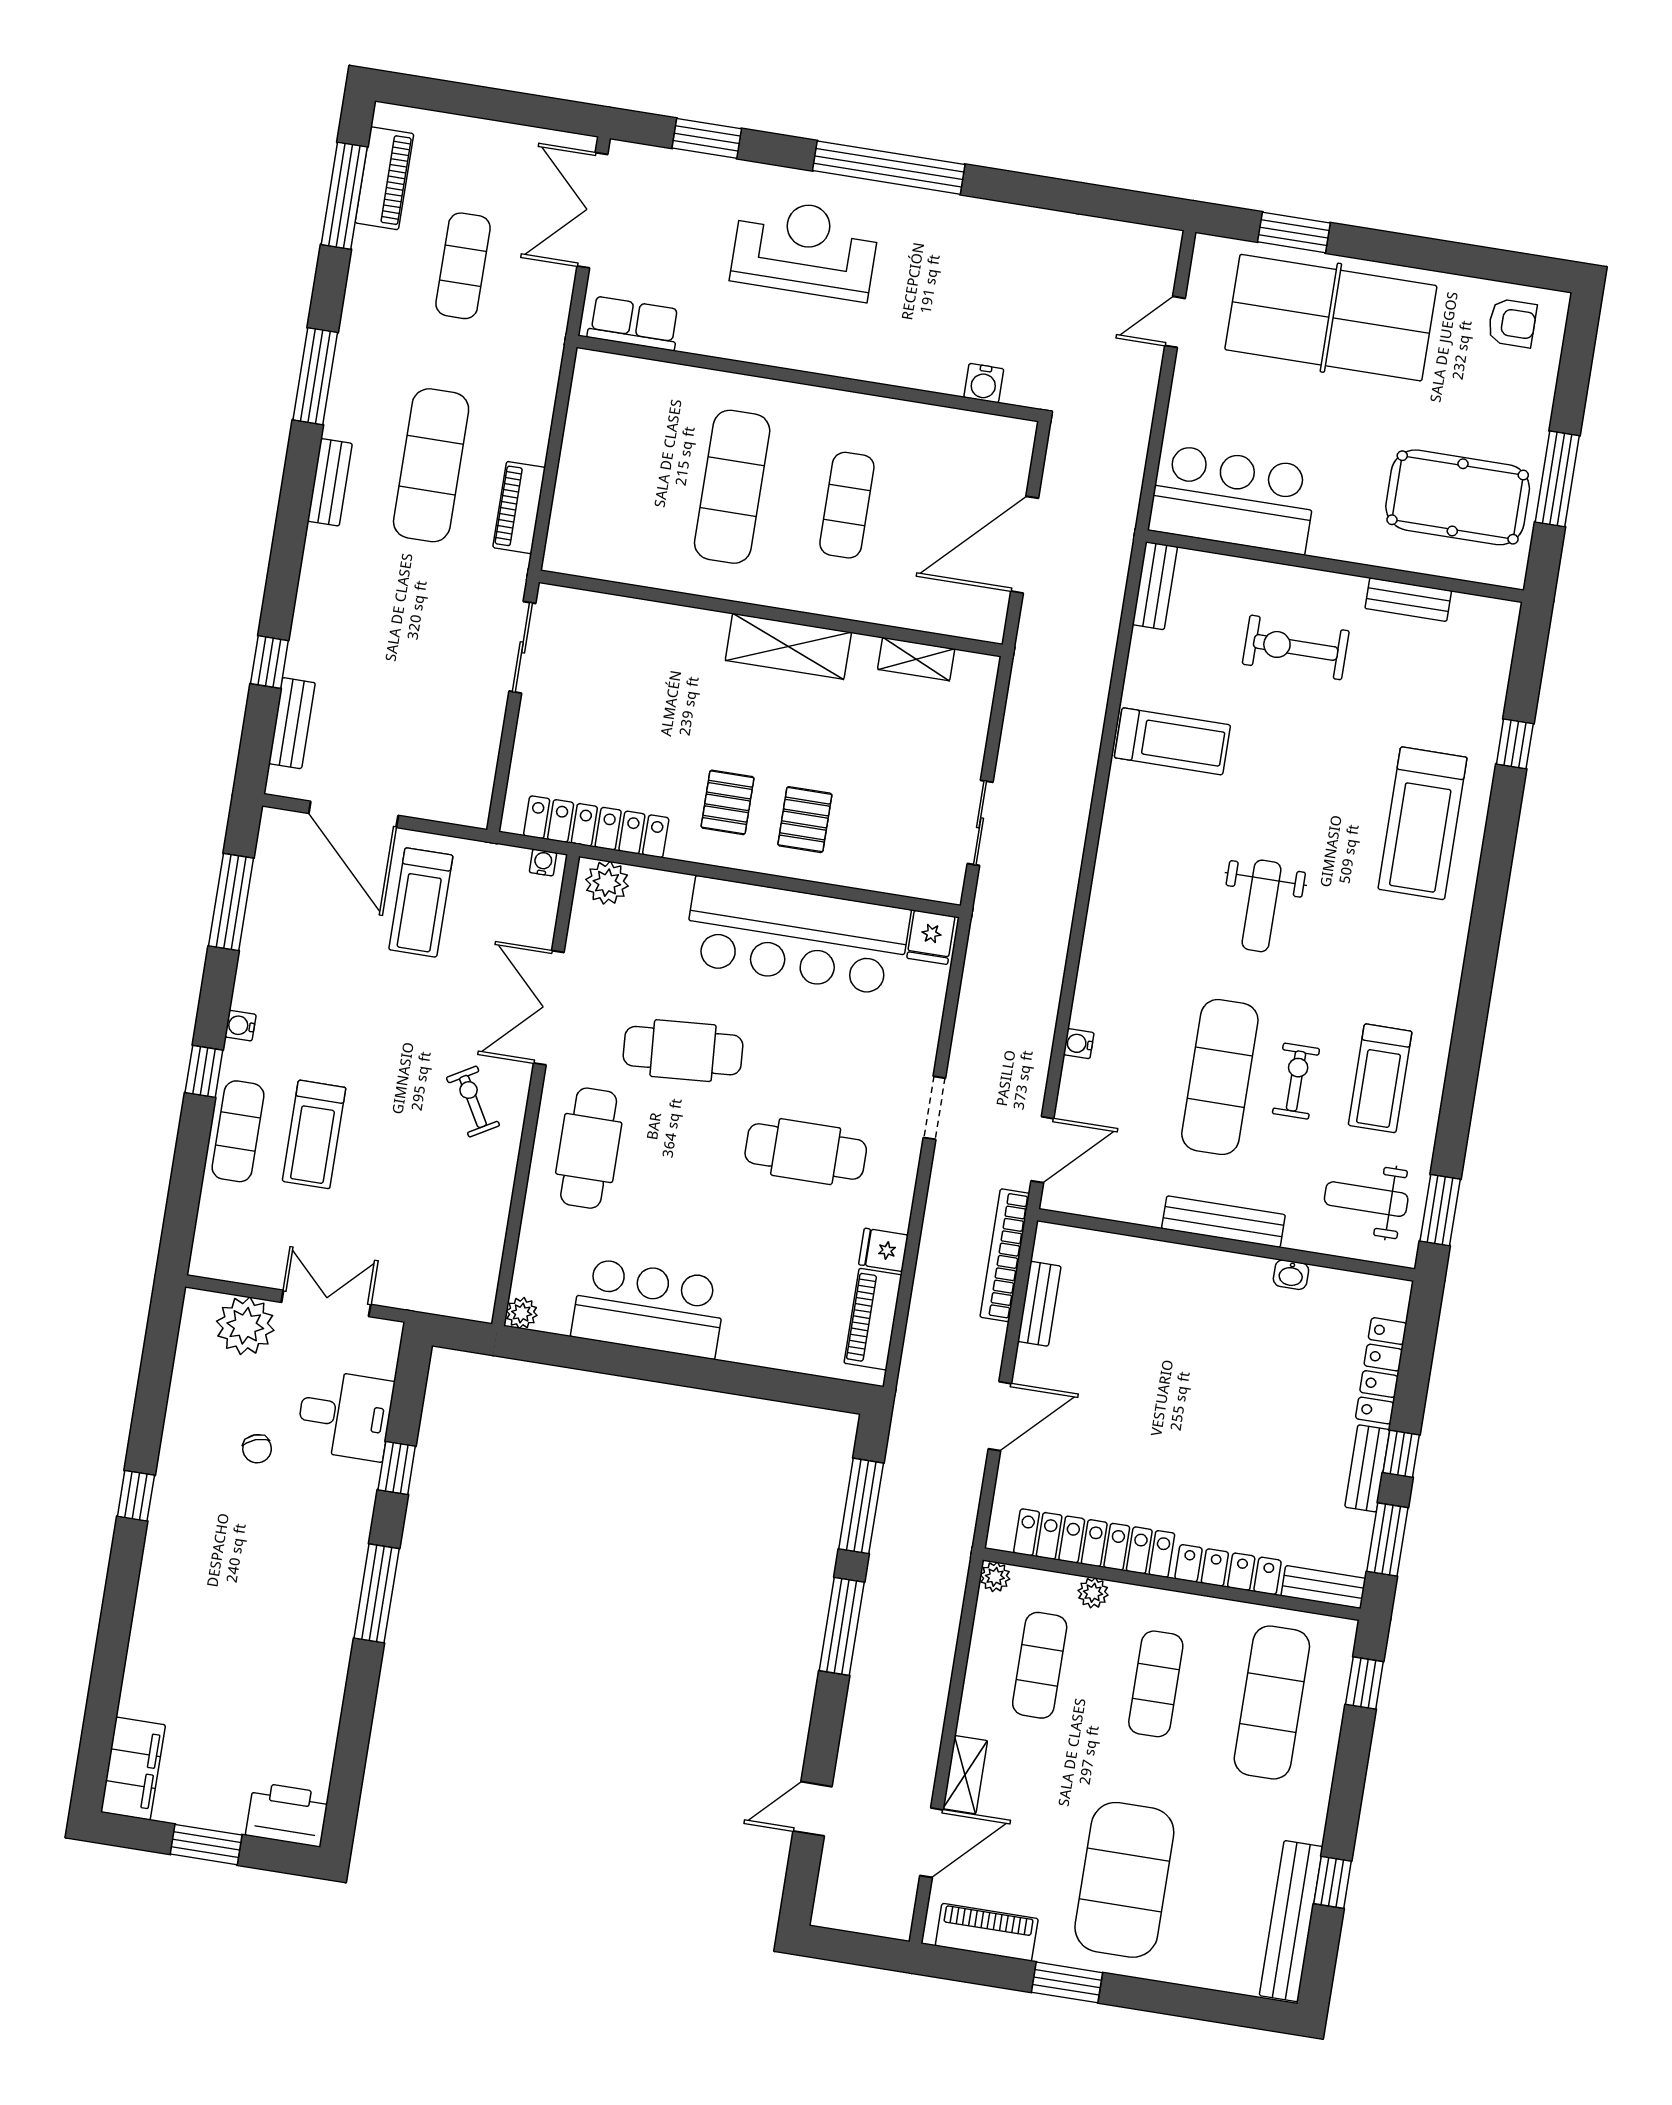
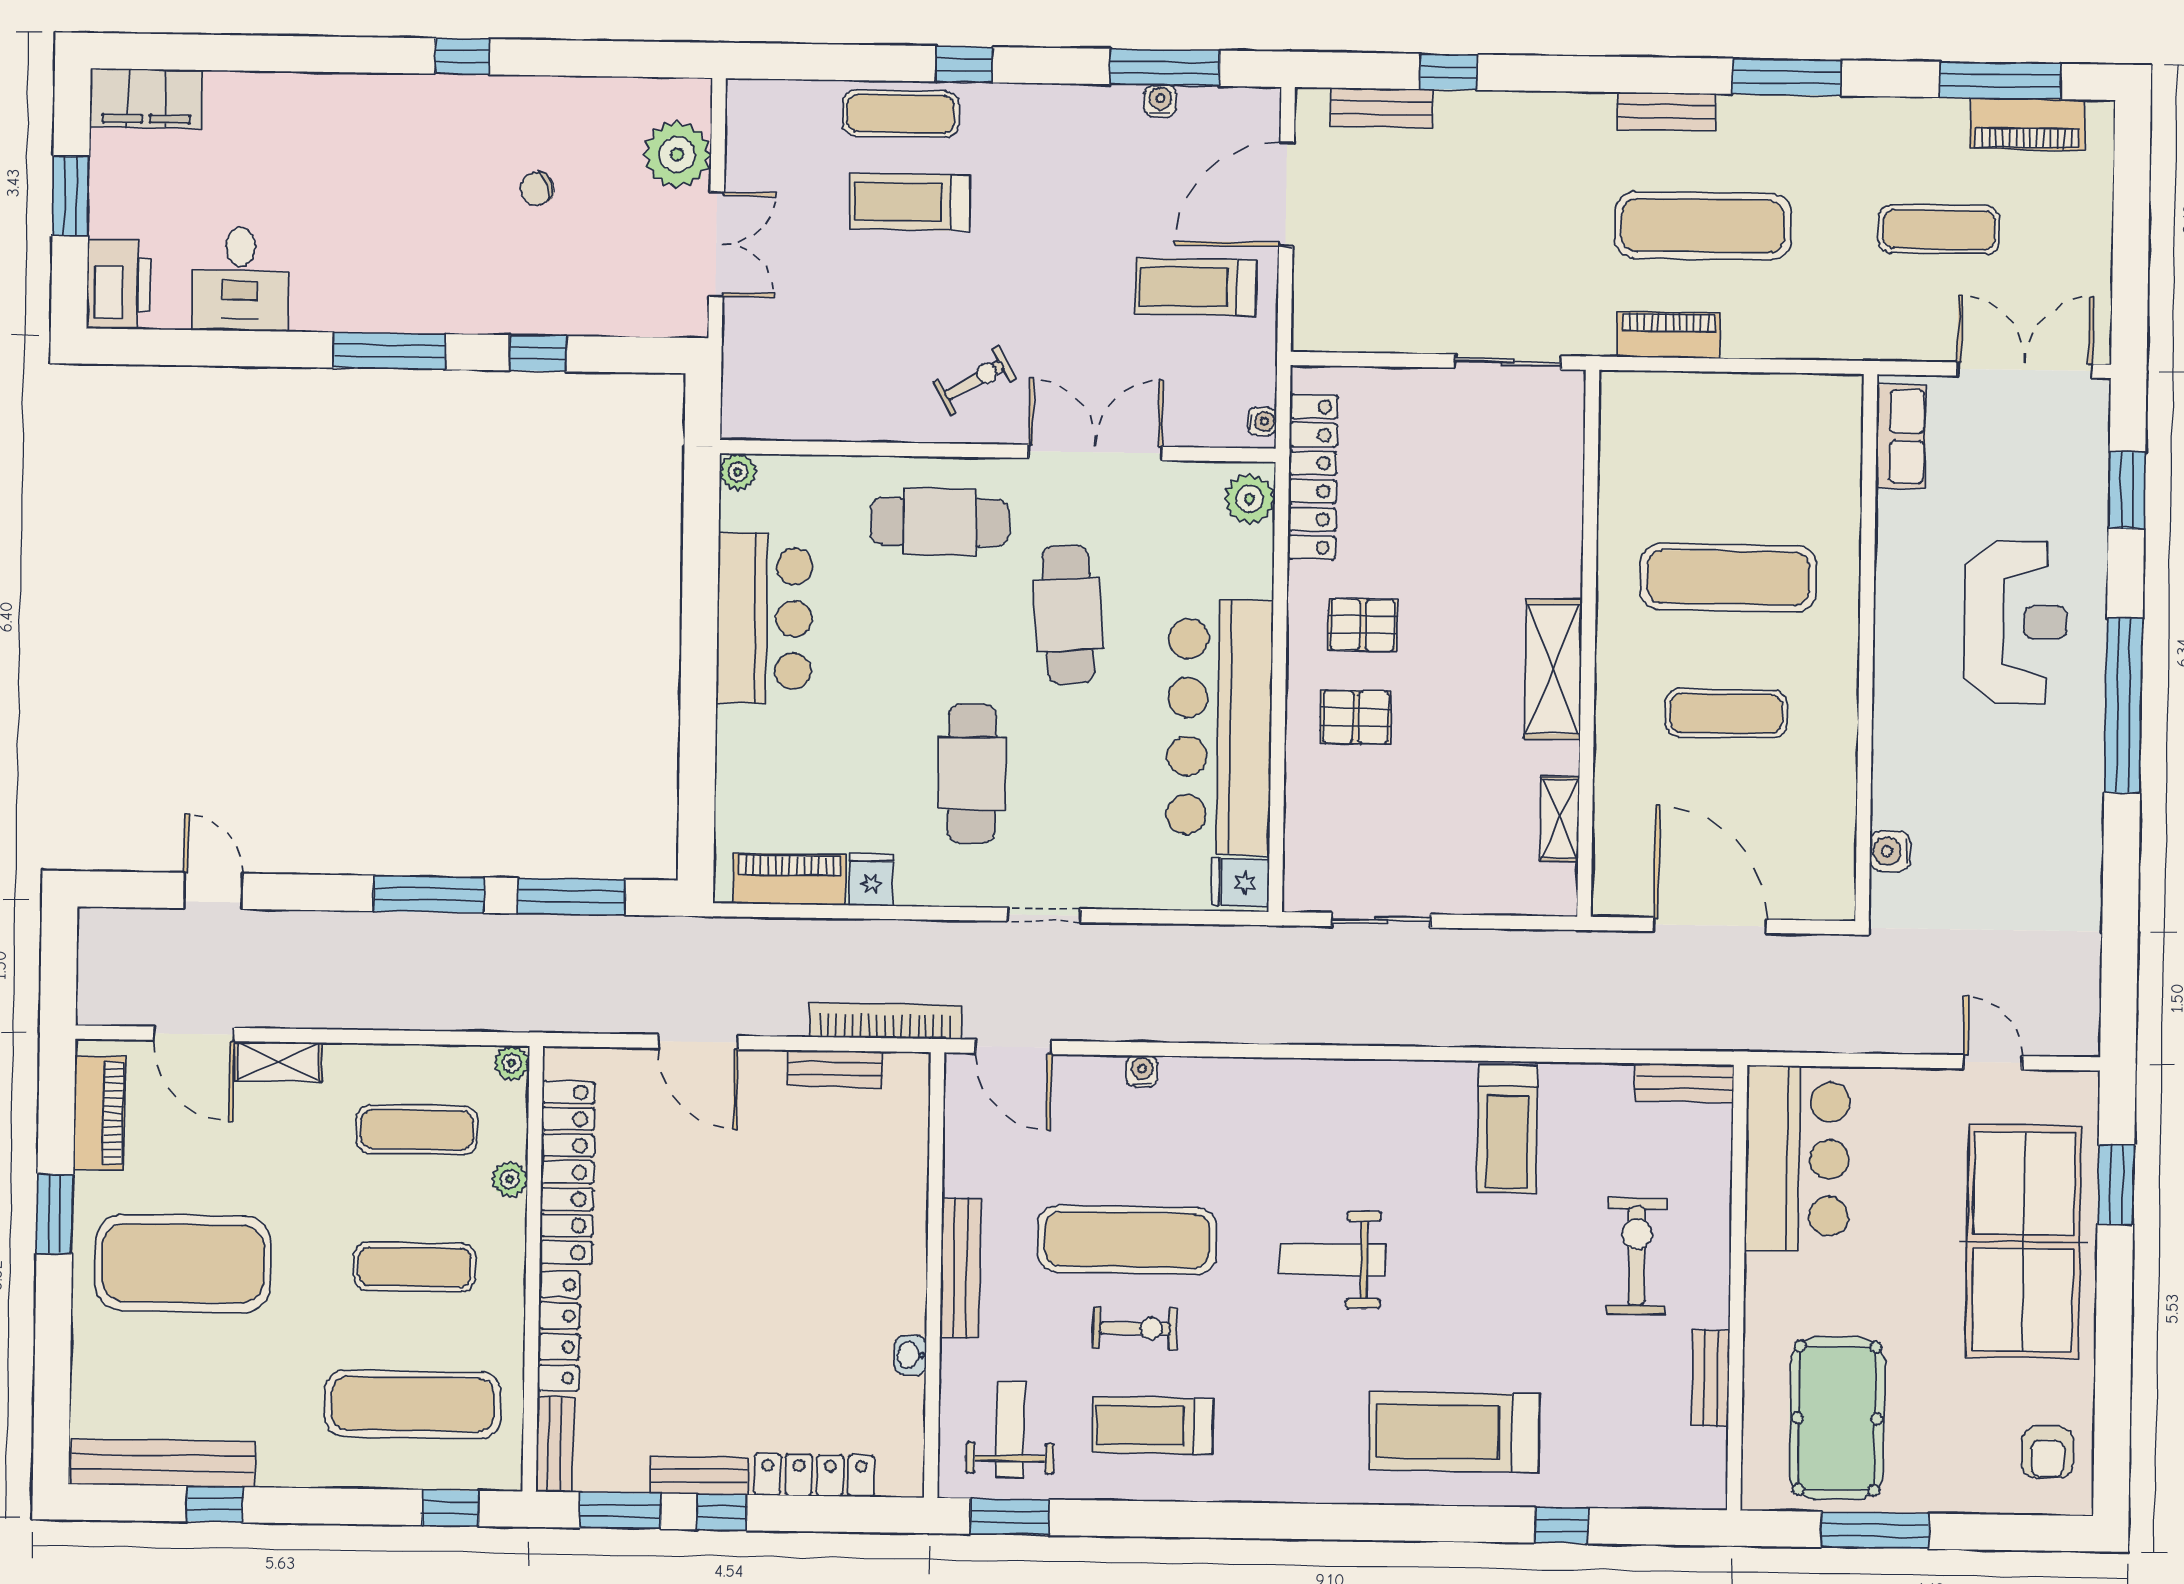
water cooler: (240, 1026) -> (1160, 101), moved
desk: (345, 1415) -> (240, 279), moved

